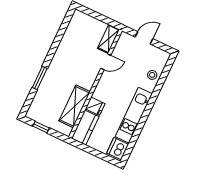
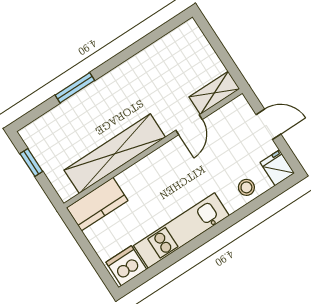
door: (106, 62) -> (189, 125), hinge flipped
shelving: (75, 106) -> (115, 154), width x1.47
fridge: (95, 106) -> (277, 168), moved, turned 180

